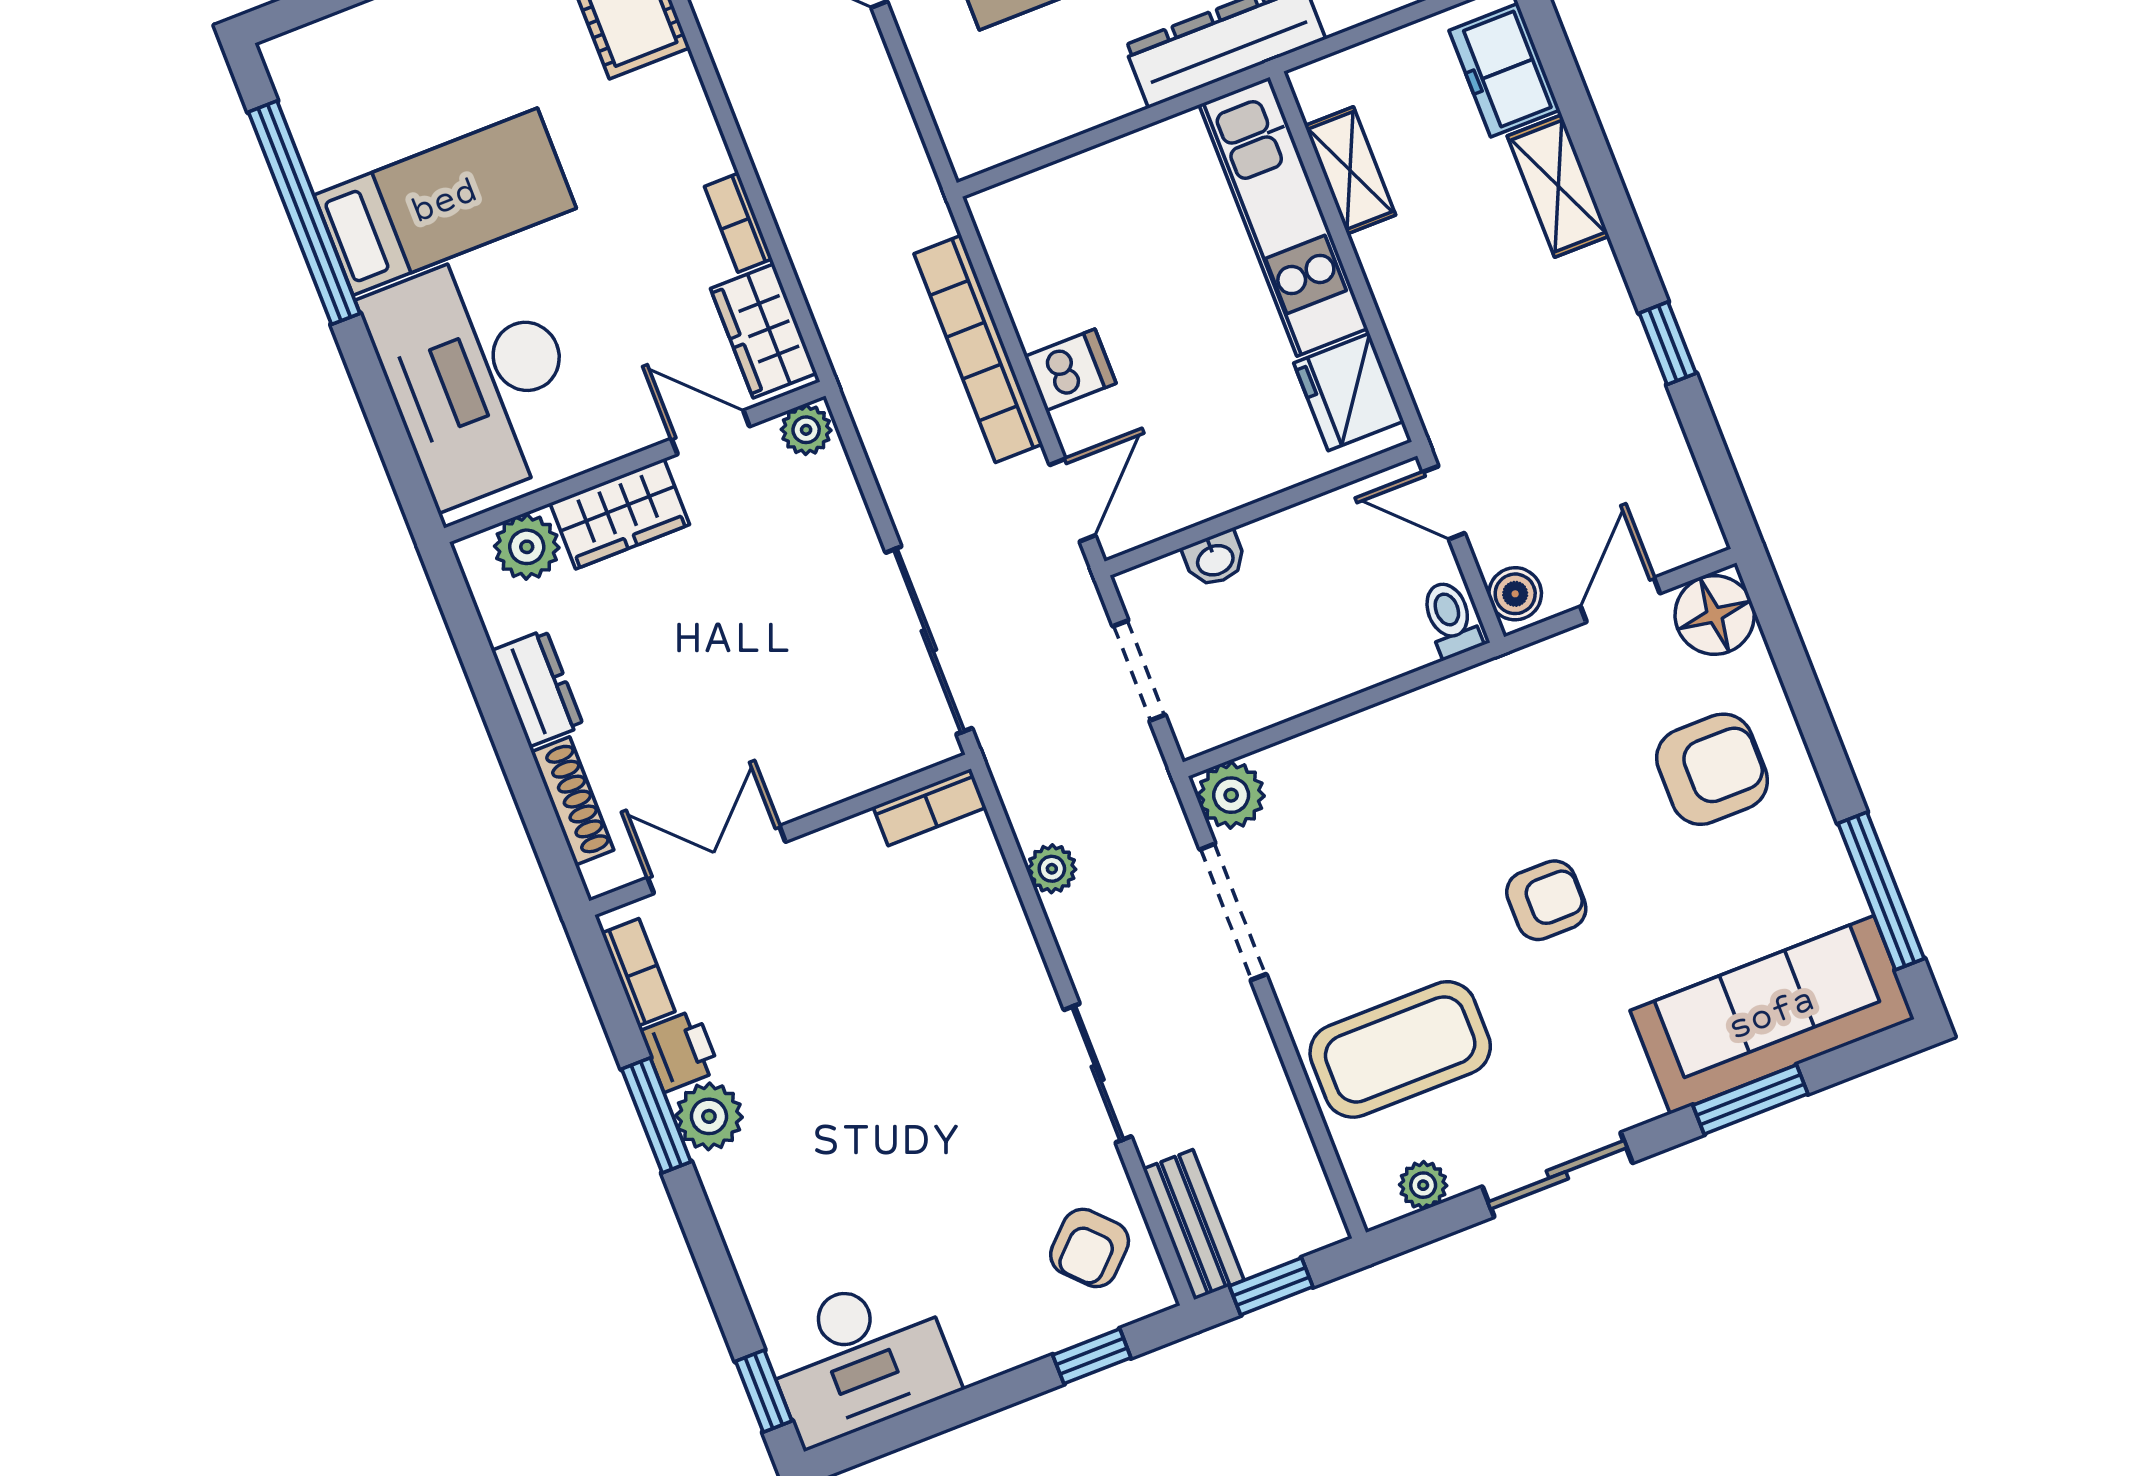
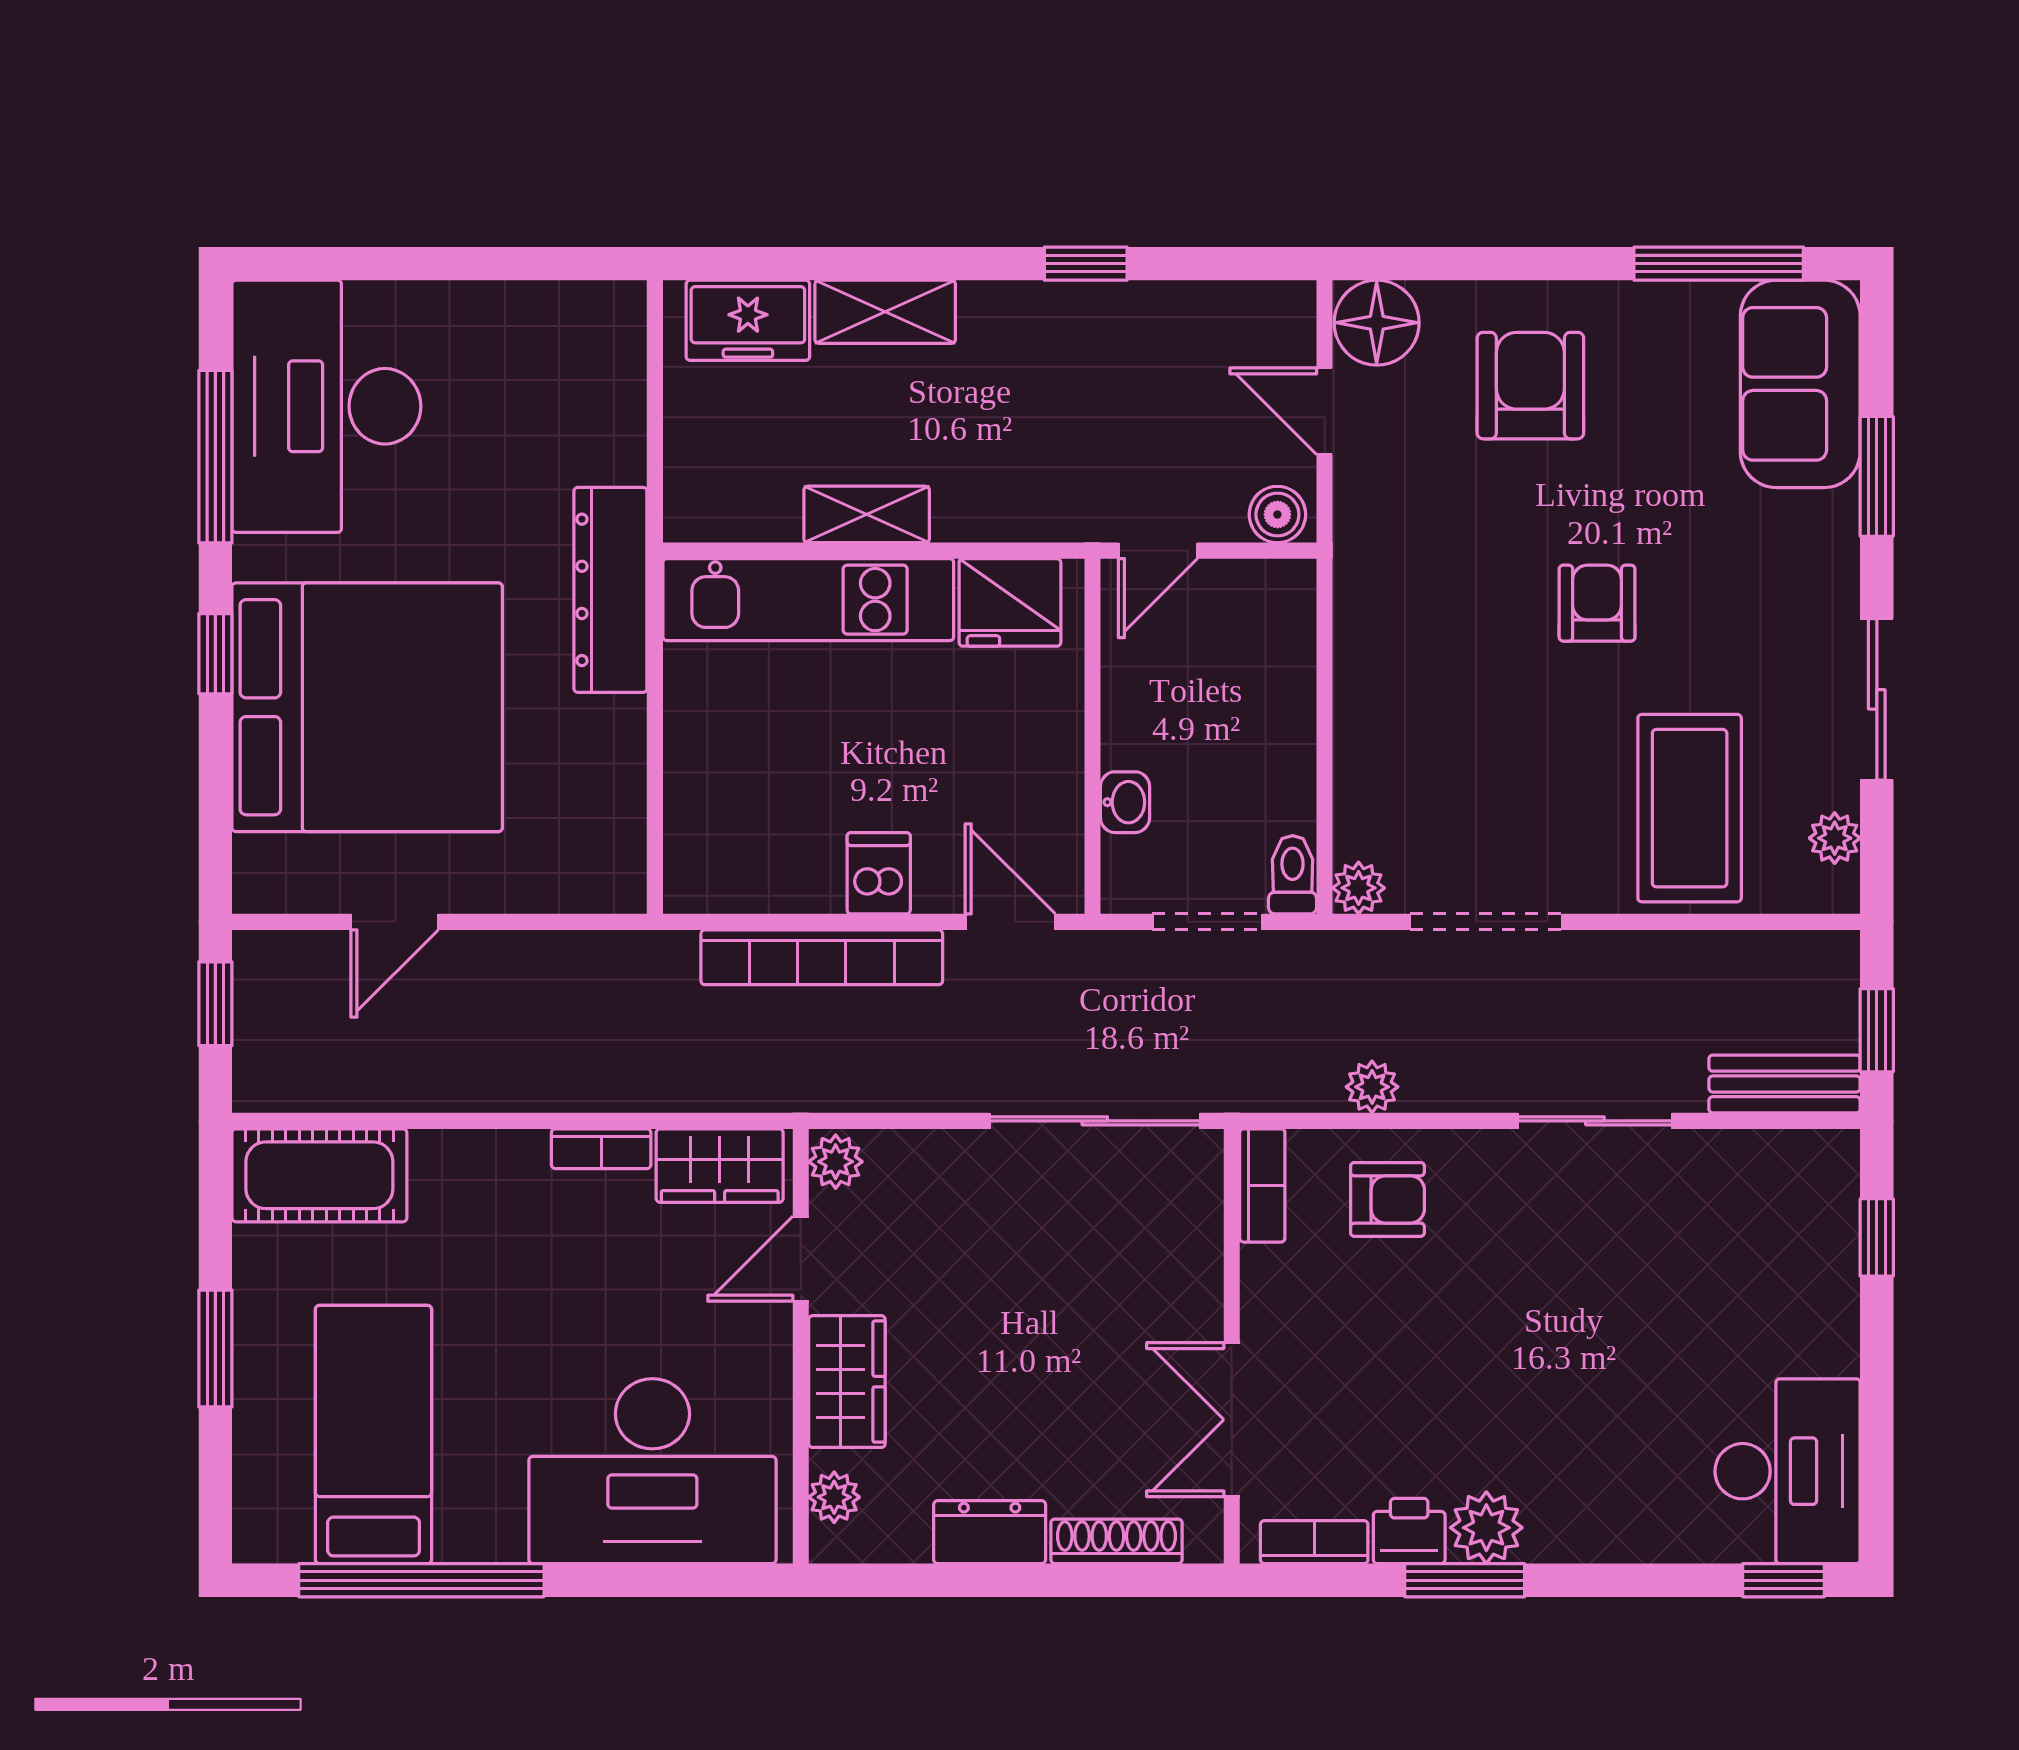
shelving: (1350, 170) -> (867, 514), moved
bed: (445, 202) -> (374, 1435), moved
plant: (527, 547) -> (834, 1497), width x0.73, depth x0.73
toilet: (1451, 619) -> (1293, 875), moved, turned 90
plant: (1231, 795) -> (1359, 888), width x0.73, depth x0.73
sofa: (1772, 1015) -> (1800, 384), width x0.73
armchair: (1090, 1248) -> (1387, 1199), moved, turned -46

